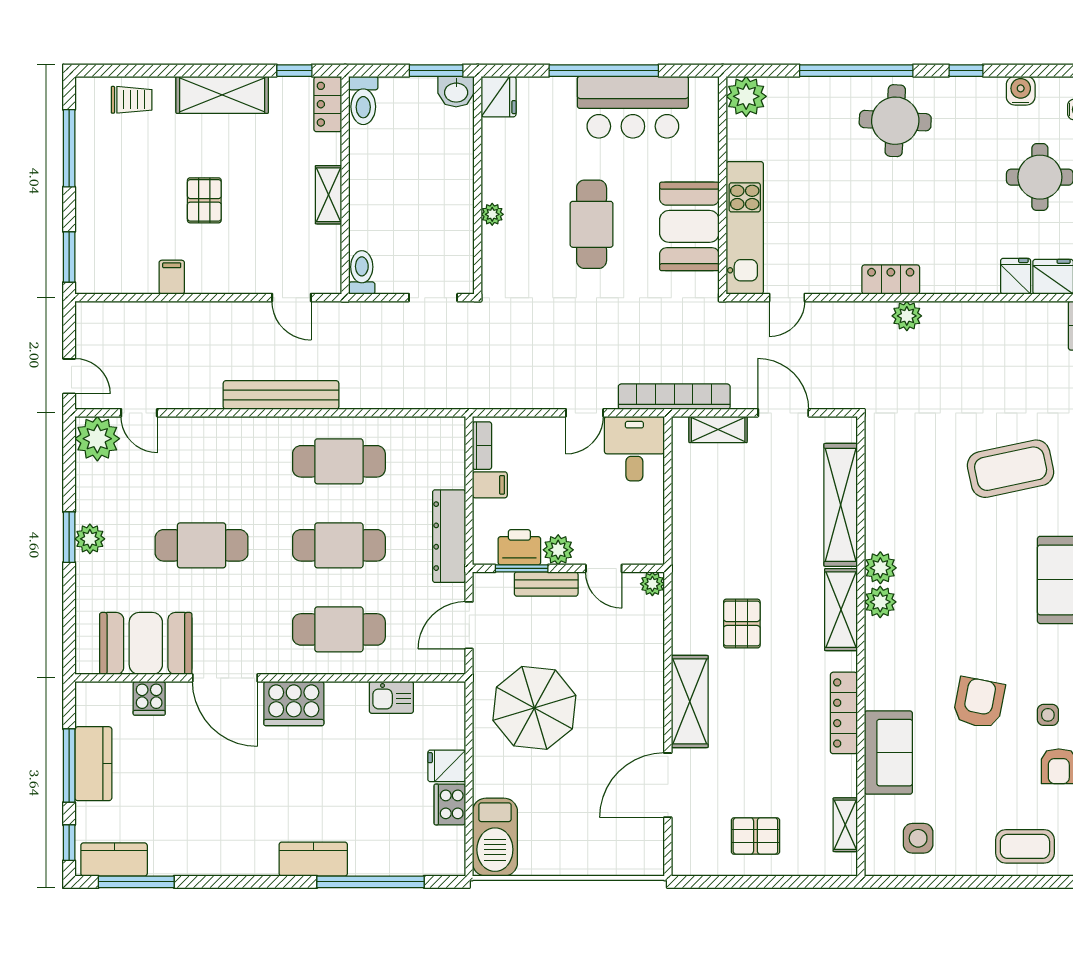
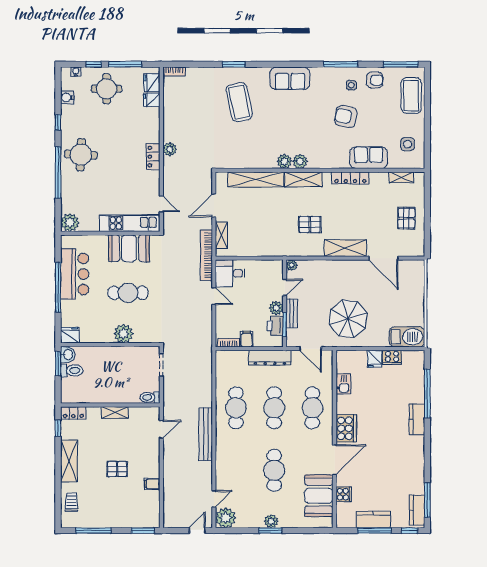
toilet: (363, 100) -> (72, 370), moved
plant: (492, 214) -> (123, 334), width x1.87, depth x1.87
coffee table: (1025, 846) -> (411, 96), width x1.36, depth x1.32

